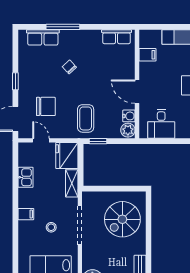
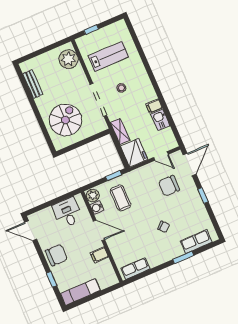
window: (63, 27) -> (183, 257), width x0.69
filing cabinet: (147, 55) -> (99, 255), moved
coffee table: (86, 118) -> (120, 198), moved
filing cabinet: (26, 214) -> (154, 106), moved

